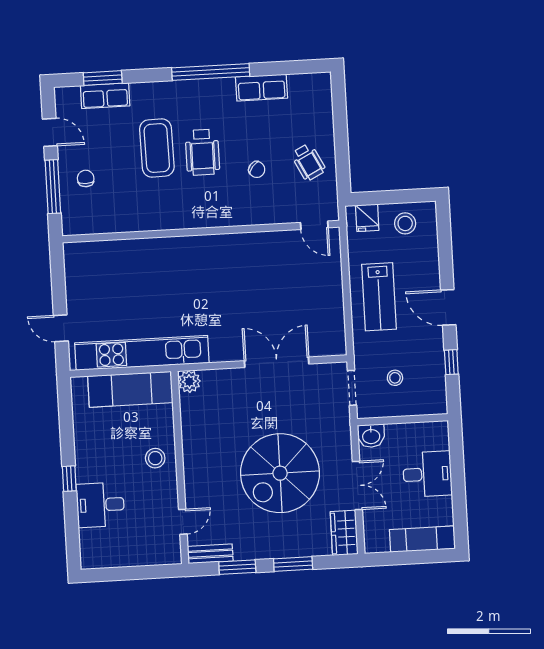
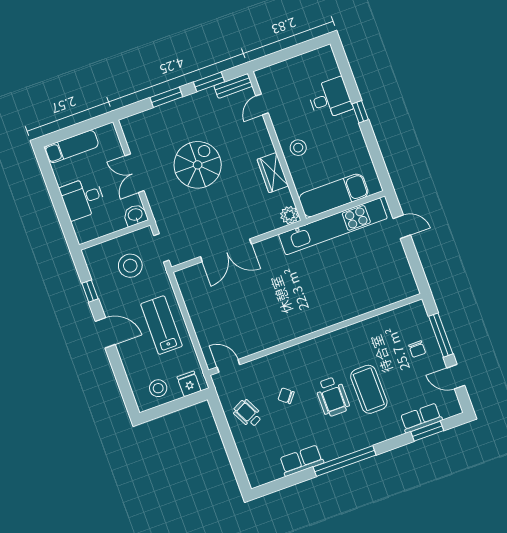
wheelchair: (202, 152) -> (332, 397), turned 180
stool: (395, 378) -> (130, 266), width x1.89, depth x1.89
spiral stairs: (280, 473) -> (198, 165), width x0.73, depth x0.73
wardrobe: (344, 533) -> (273, 173), moved, turned 180

